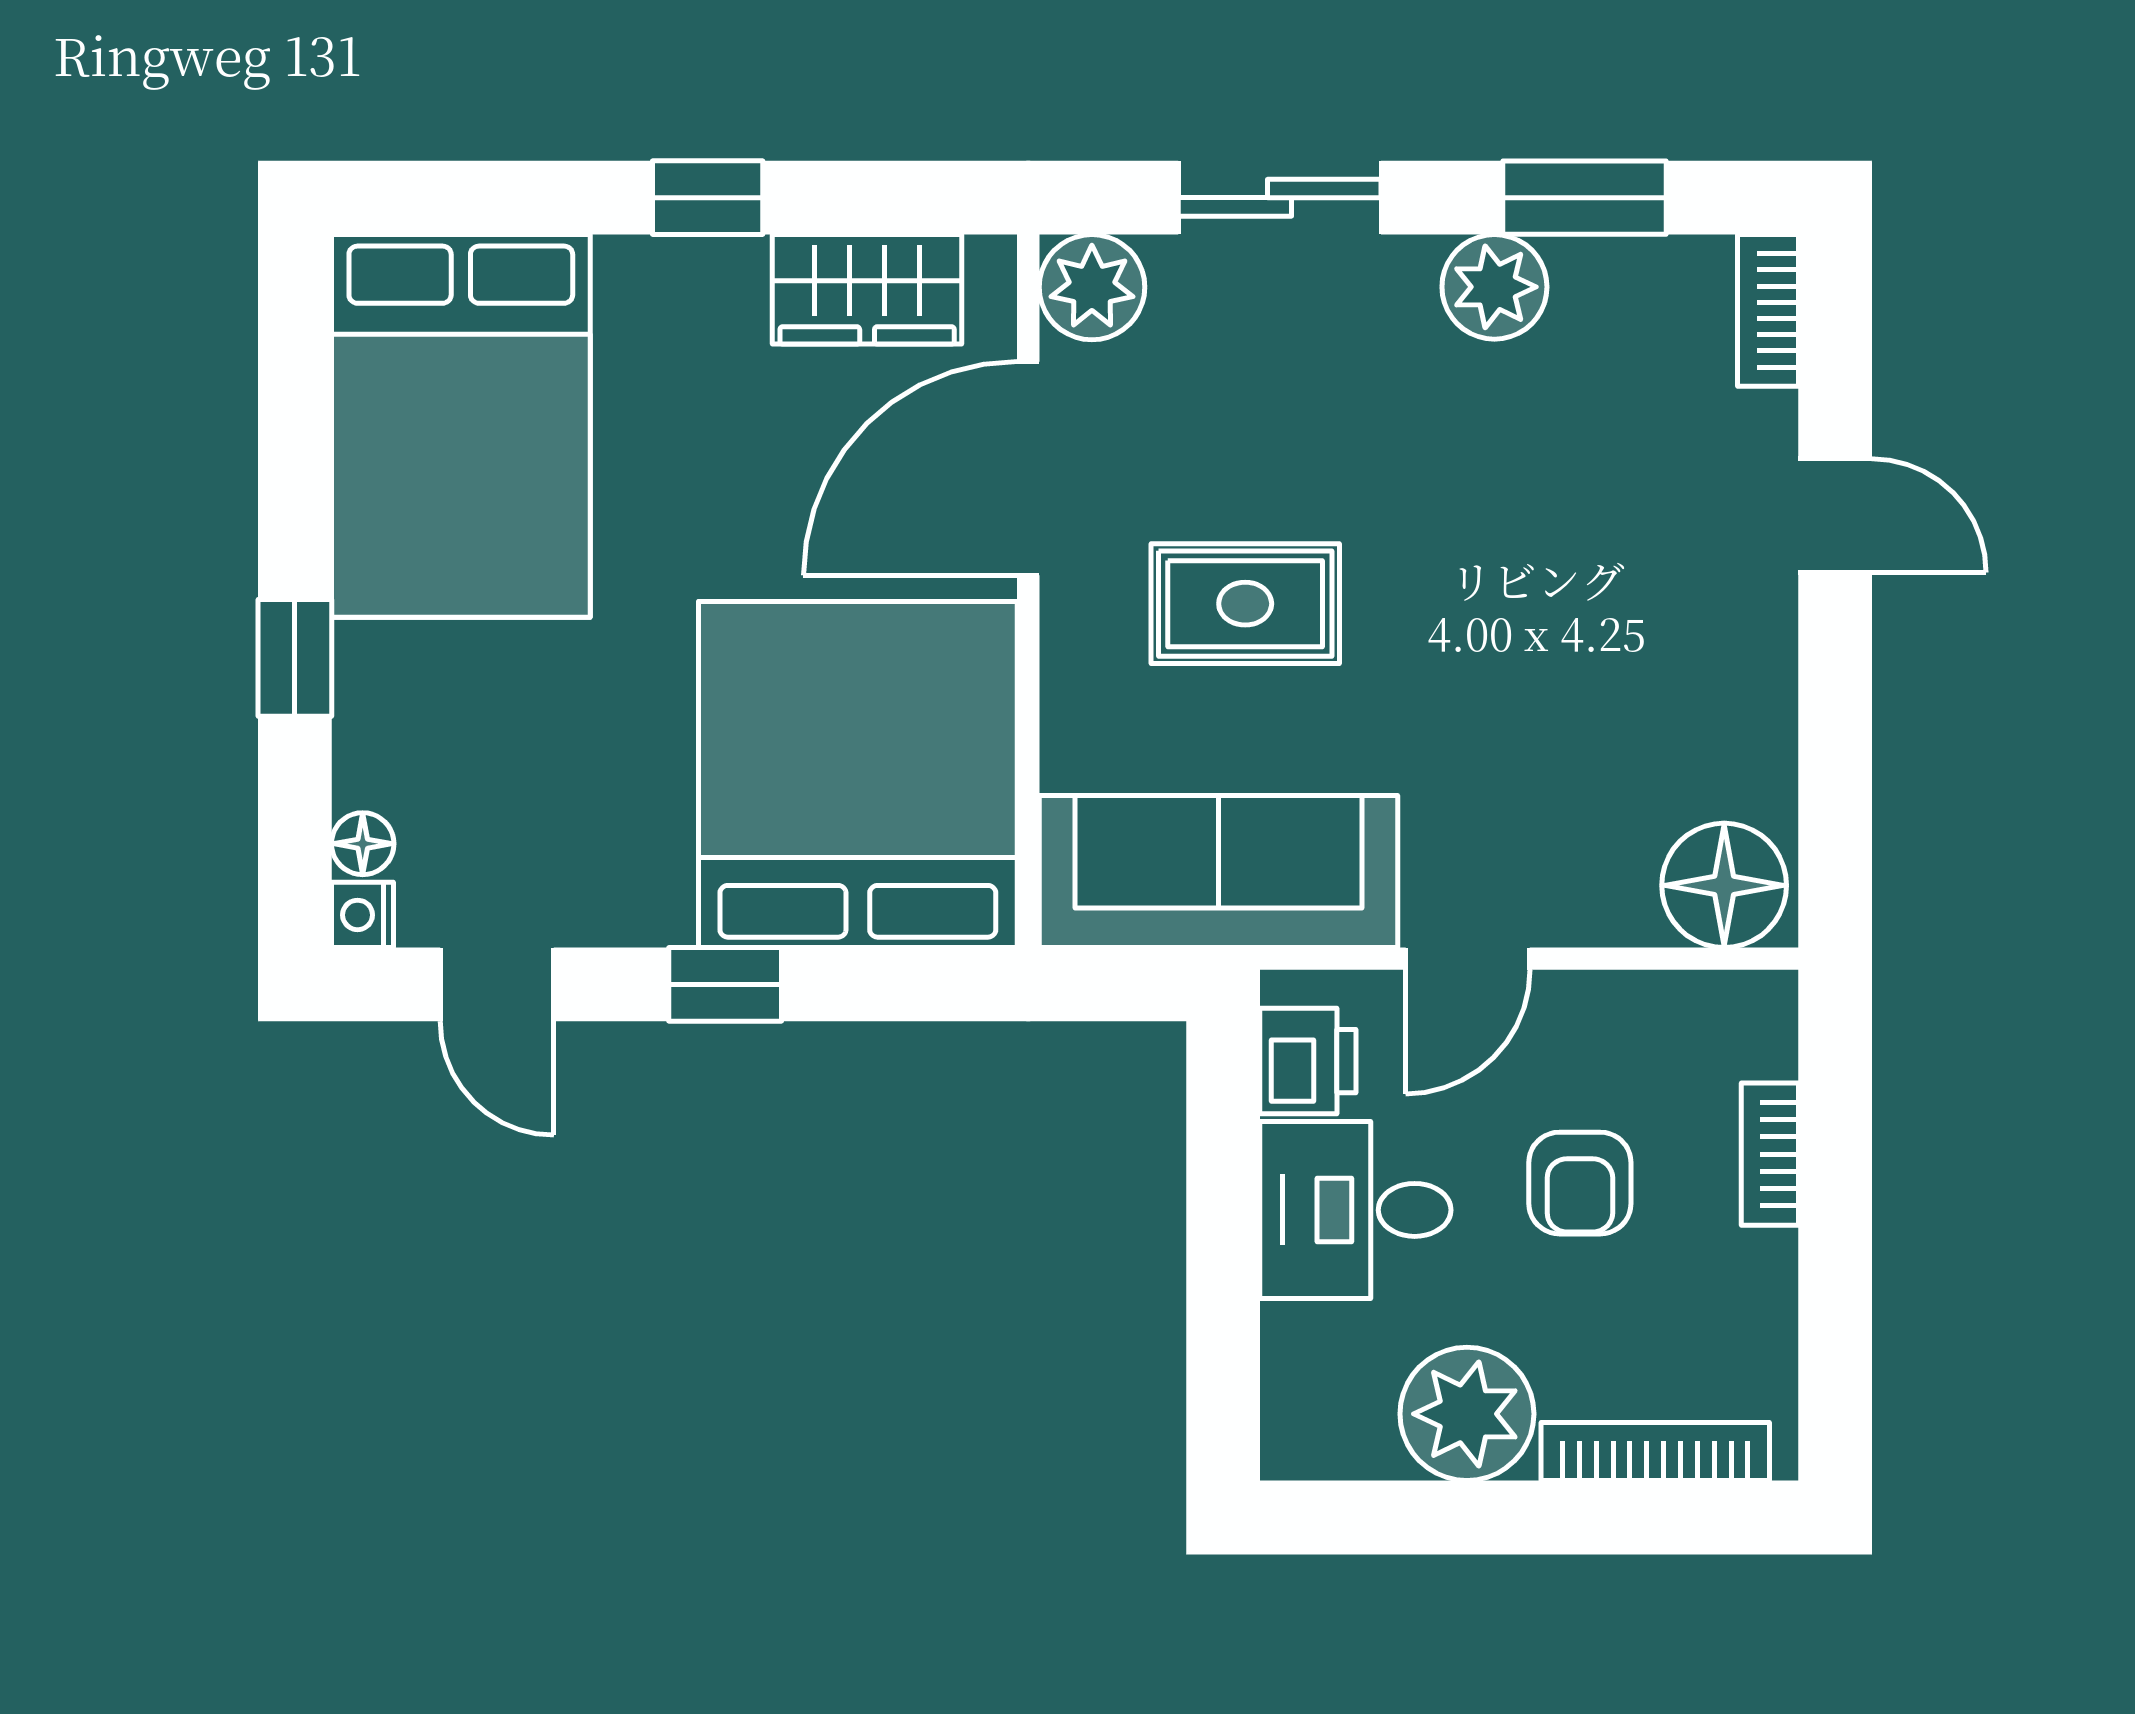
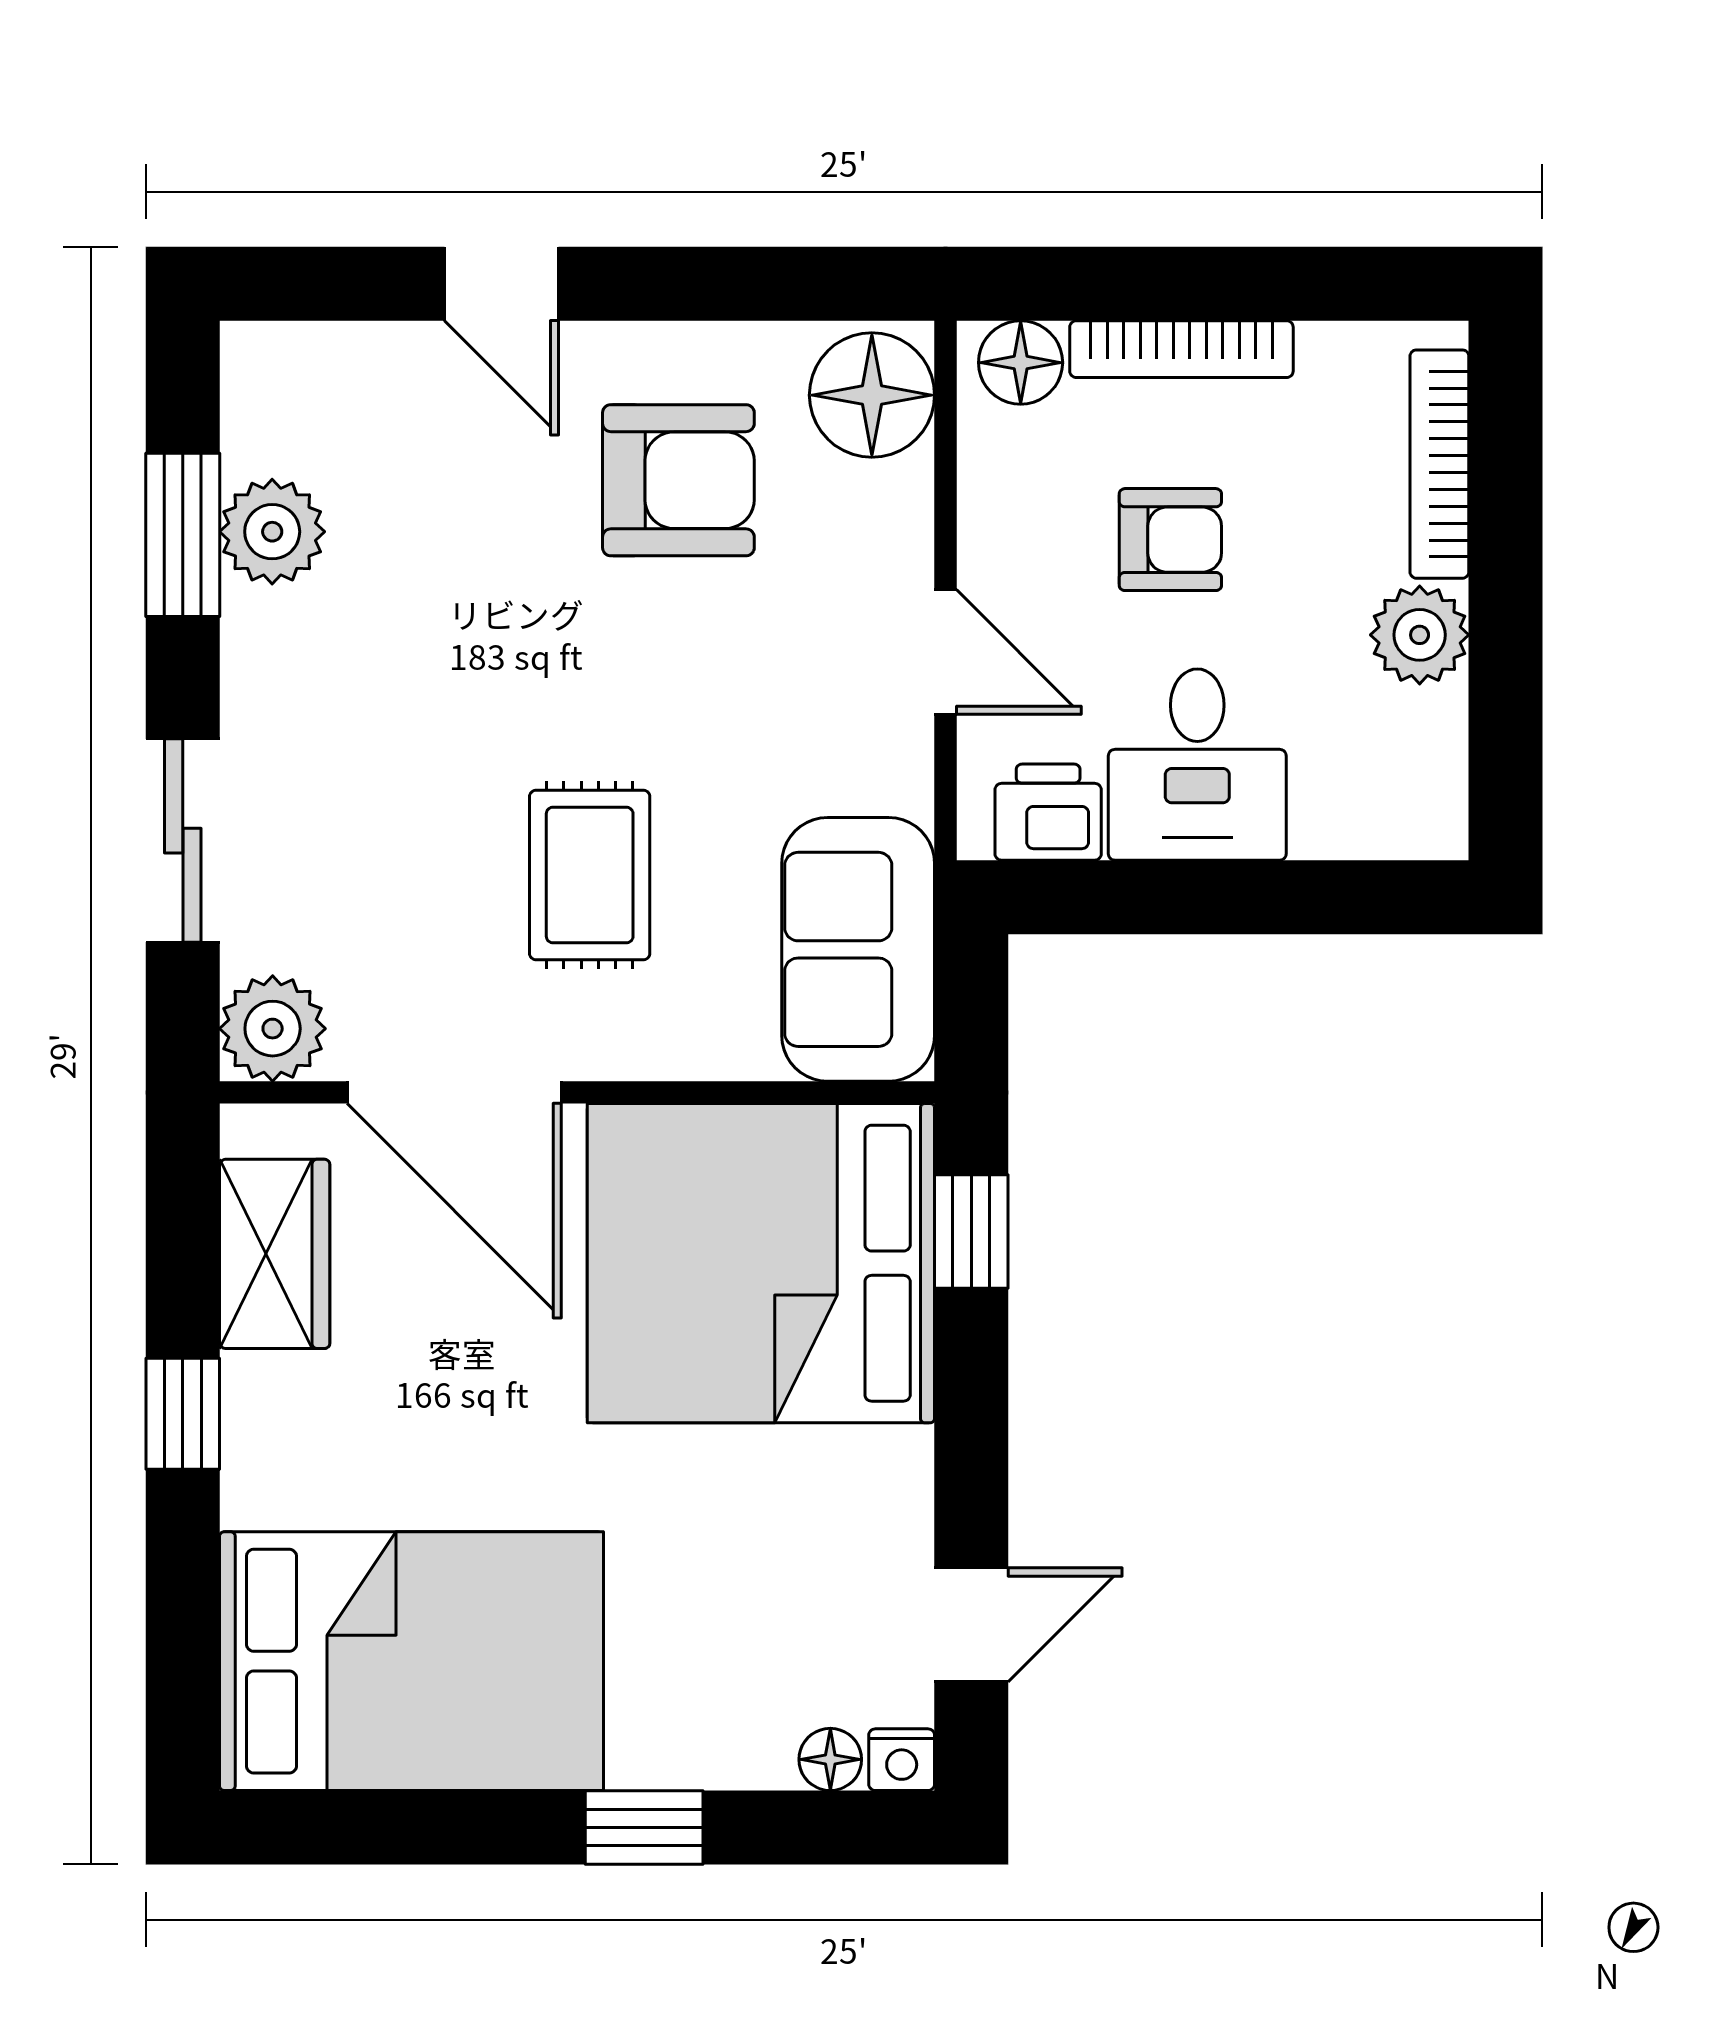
plant: (1494, 287) -> (272, 532), moved
bookcase: (1768, 310) -> (296, 351), removed
door: (1835, 516) -> (502, 284), swing flipped
armchair: (1639, 692) -> (678, 480), added
sofa: (1218, 872) -> (858, 949), width x0.73
window: (725, 984) -> (971, 1231), moved
floor lamp: (1757, 1034) -> (1021, 363), added
bookcase: (1770, 1154) -> (1181, 349), width x1.56
plant: (1467, 1414) -> (1420, 635), width x0.73, depth x0.73

